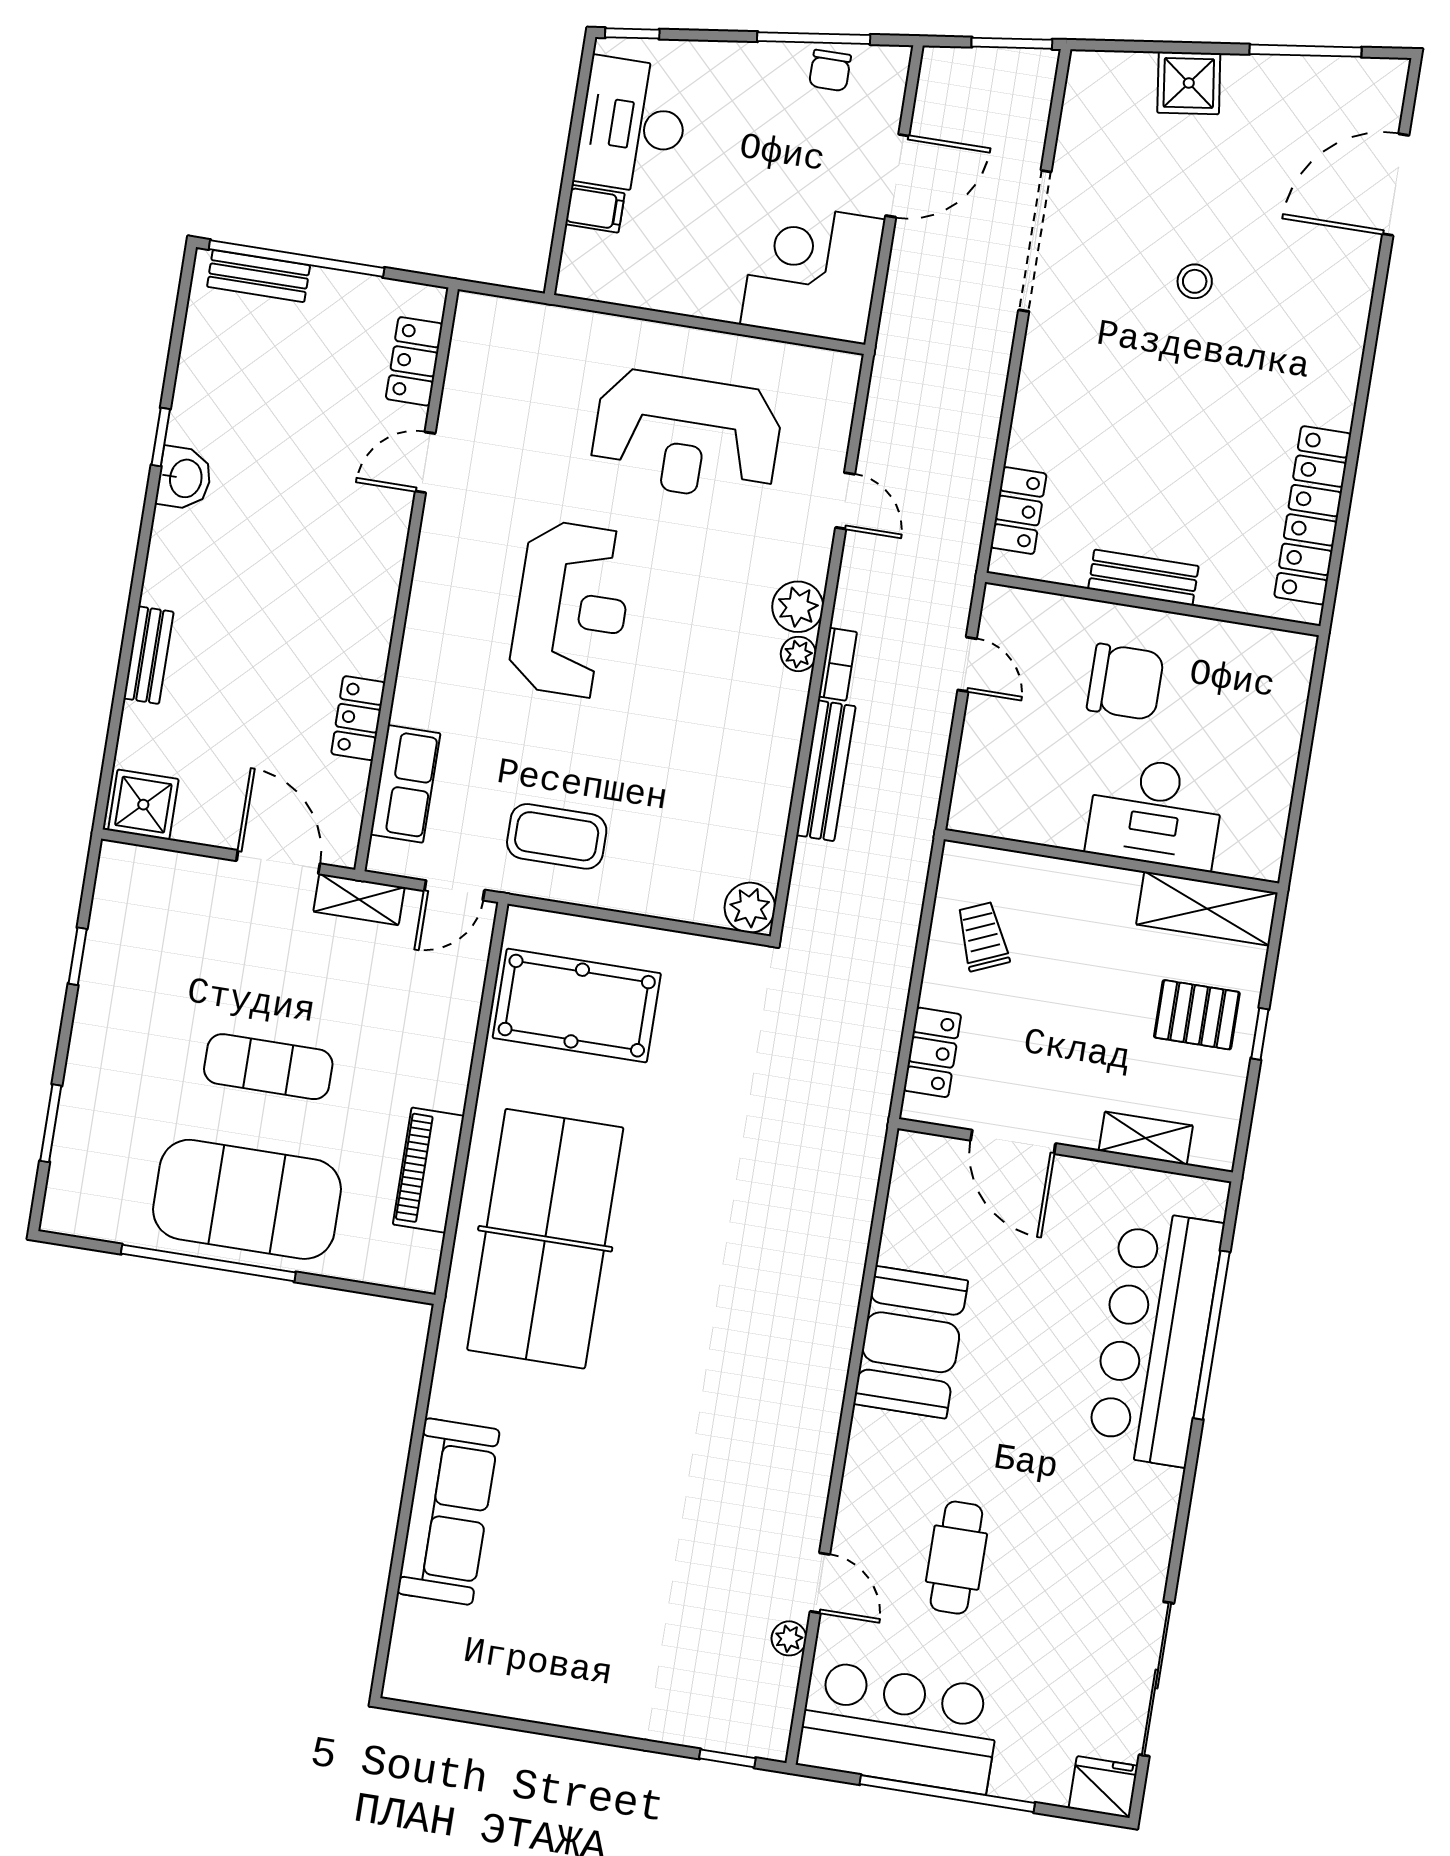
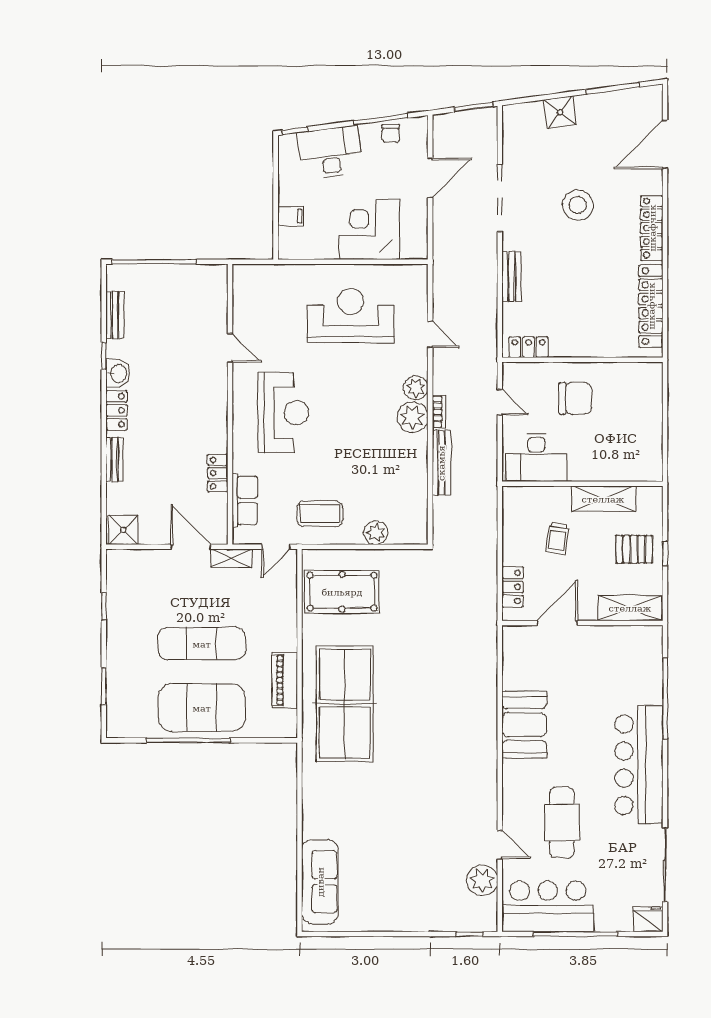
desk: (632, 125) -> (330, 153), moved, turned 82
corner desk: (813, 272) -> (370, 229), moved
bench: (259, 276) -> (115, 315), moved, turned 90
stool: (1195, 281) -> (578, 205), width x1.89, depth x1.89
locker: (1340, 354) -> (652, 228), added
locker: (414, 361) -> (117, 410), moved, turned 180
reception desk: (687, 436) -> (351, 316), turned 180
door: (425, 462) -> (230, 348), swing flipped
locker: (1019, 511) -> (529, 347), moved, turned -90
bench: (1143, 577) -> (511, 277), moved, turned 90
reception desk: (572, 610) -> (283, 413), moved
plant: (798, 654) -> (412, 417), width x1.87, depth x1.87
desk: (1155, 813) -> (536, 458), moved
plant: (750, 908) -> (376, 533), moved
shelving: (1207, 909) -> (603, 499), moved
trolley: (983, 937) -> (557, 538), moved, turned -150
exercise mat: (268, 1067) -> (202, 644), width x1.36, depth x1.45
shelving: (1146, 1138) -> (630, 608), width x1.50, depth x1.33
door: (1013, 1142) -> (557, 623), swing flipped
bar counter: (1155, 1338) -> (639, 765), moved
sofa: (448, 1512) -> (320, 882), moved
cafe table: (956, 1558) -> (562, 822), width x1.37, depth x1.35
plant: (789, 1638) -> (482, 880), width x1.87, depth x1.87

